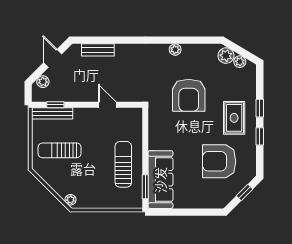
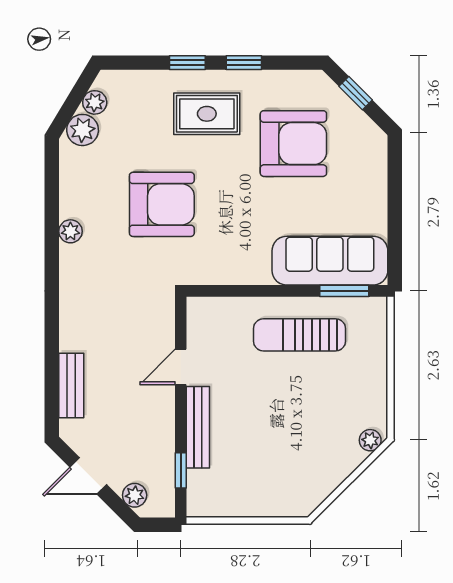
bench: (52, 113) -> (198, 427), moved
sun lounger: (60, 150) -> (272, 462), removed
armchair: (219, 161) -> (293, 144), turned -90

